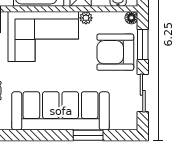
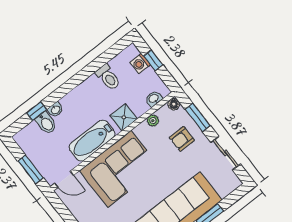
plant: (86, 18) -> (153, 121), moved
armchair: (115, 52) -> (182, 139), width x0.53, depth x0.53

